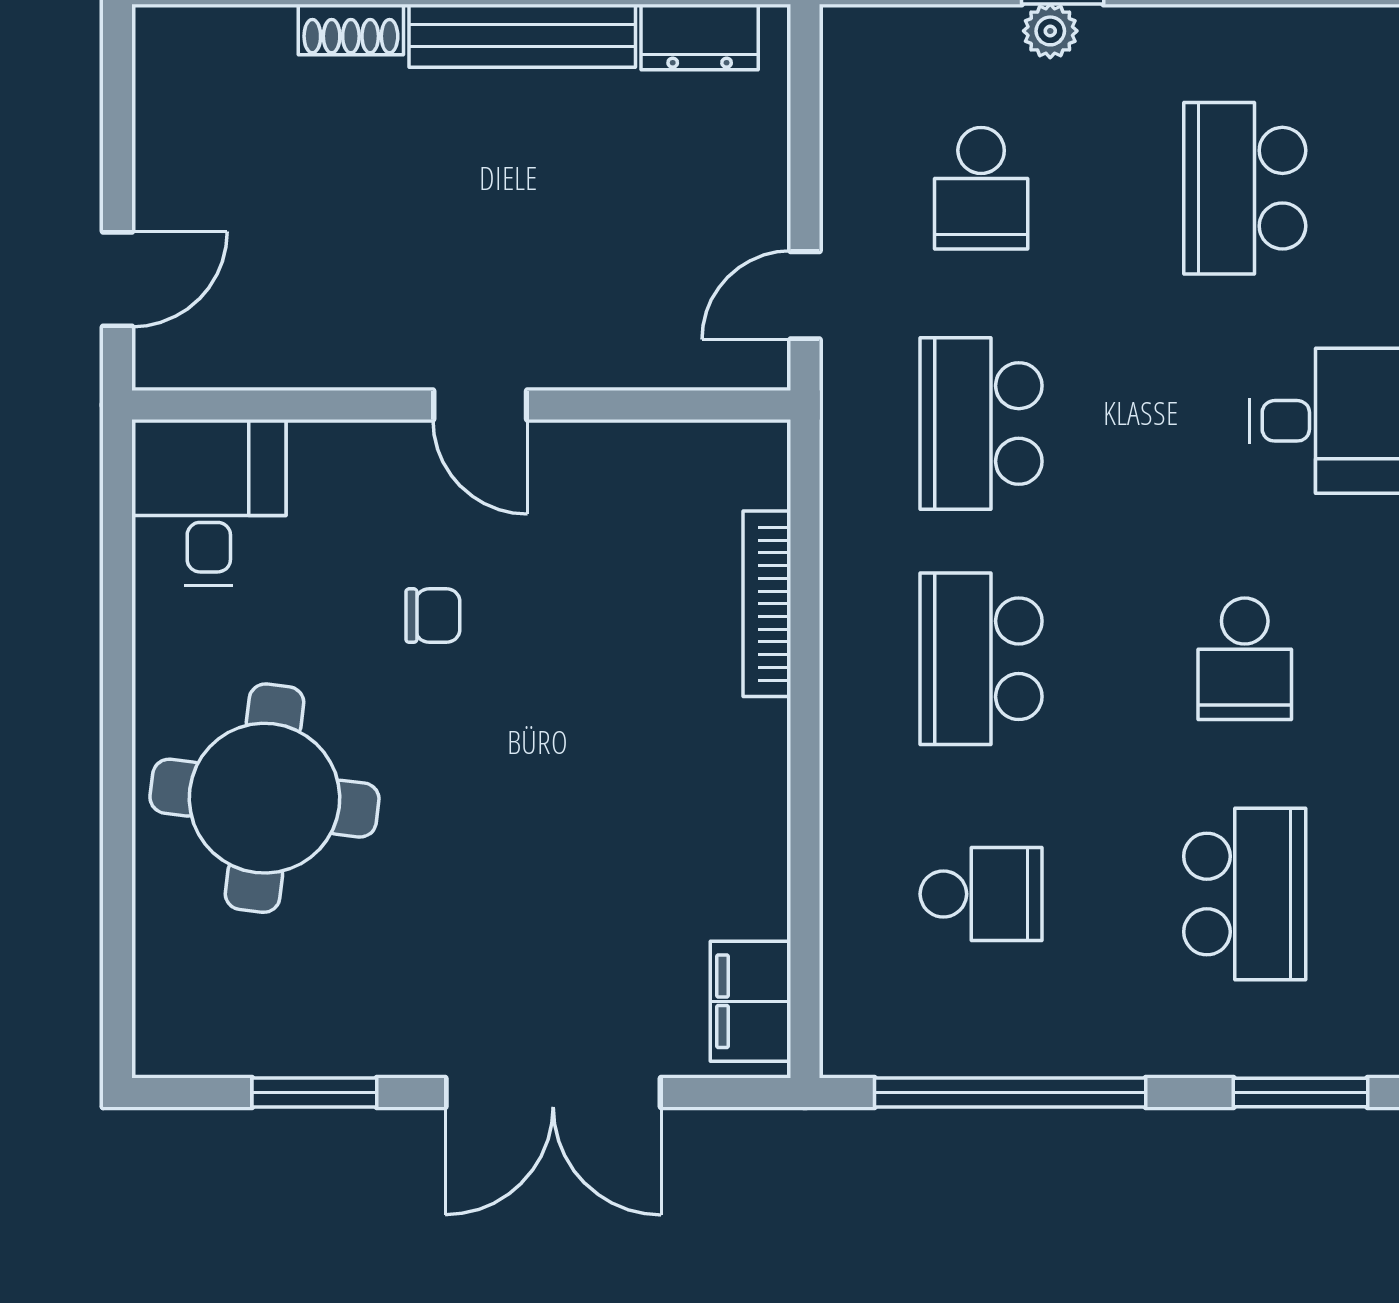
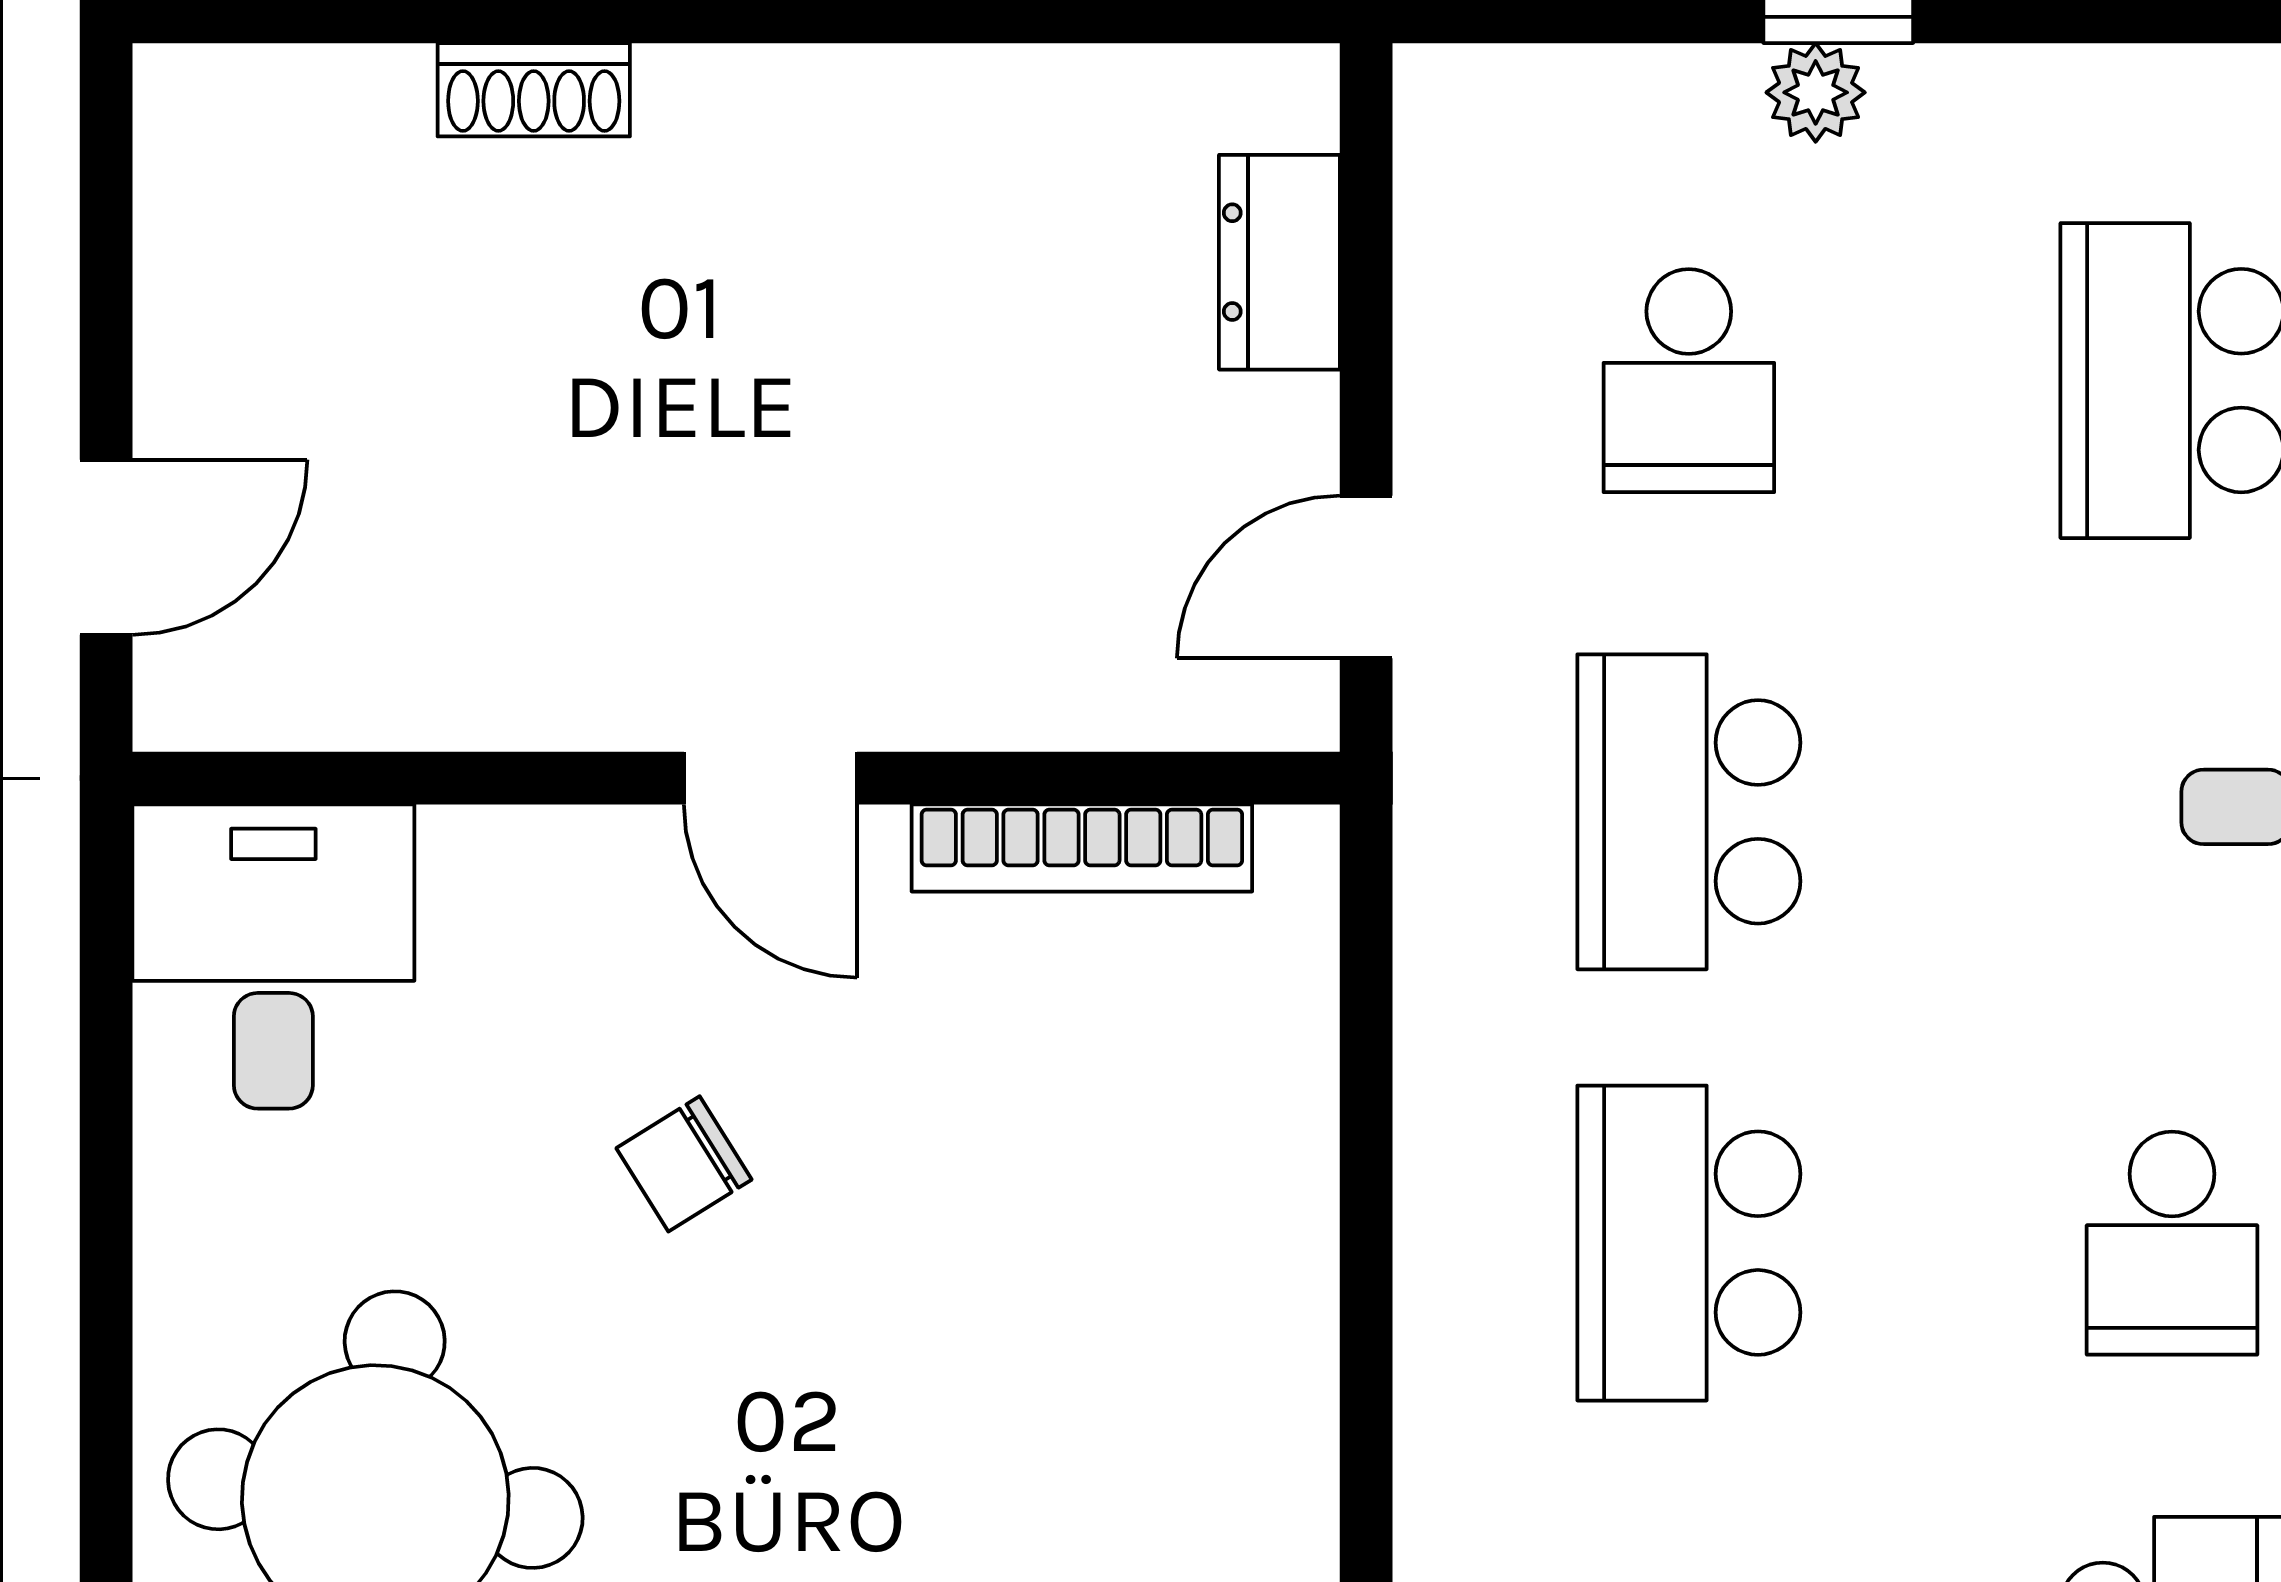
bench: (522, 36) -> (848, 101), removed
dresser: (700, 37) -> (1279, 262), moved, turned 90
bookcase: (767, 604) -> (1082, 848), moved, turned -90
chair: (433, 616) -> (684, 1164), turned 148

